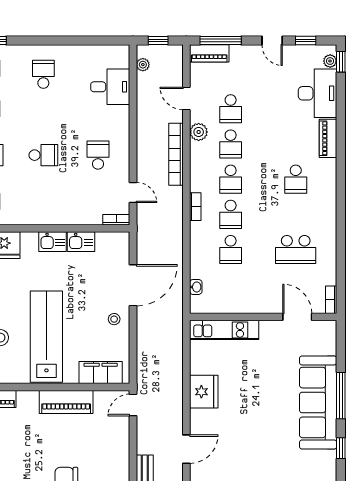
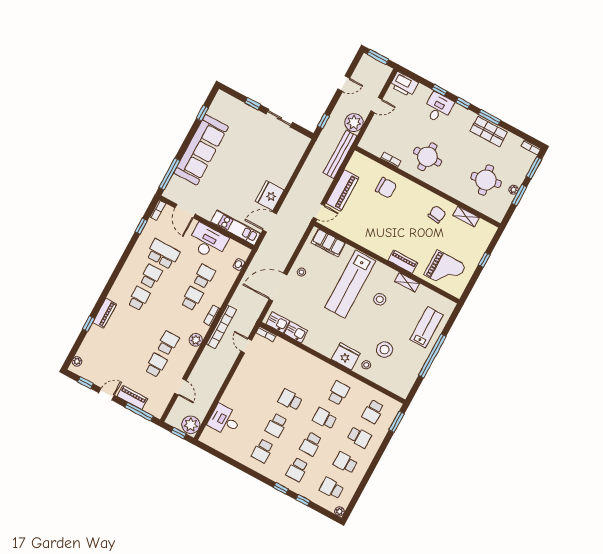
door: (272, 41) -> (107, 394), hinge flipped
piano: (209, 53) -> (132, 397), moved
window: (341, 62) -> (88, 324), moved
plant: (143, 65) -> (191, 425), width x1.88, depth x1.88
desk: (317, 93) -> (208, 242), moved, turned 90
plant: (199, 132) -> (196, 340), moved
bookcase: (176, 154) -> (221, 327), moved
school desk: (98, 155) -> (276, 425), moved
school desk: (231, 179) -> (151, 276), moved
kitchen sink: (53, 242) -> (278, 323), moved
window: (341, 269) -> (141, 226), added
window: (341, 396) -> (169, 174), moved
piano: (66, 402) -> (342, 190), moved, turned 90
door: (186, 449) -> (270, 222), moved

